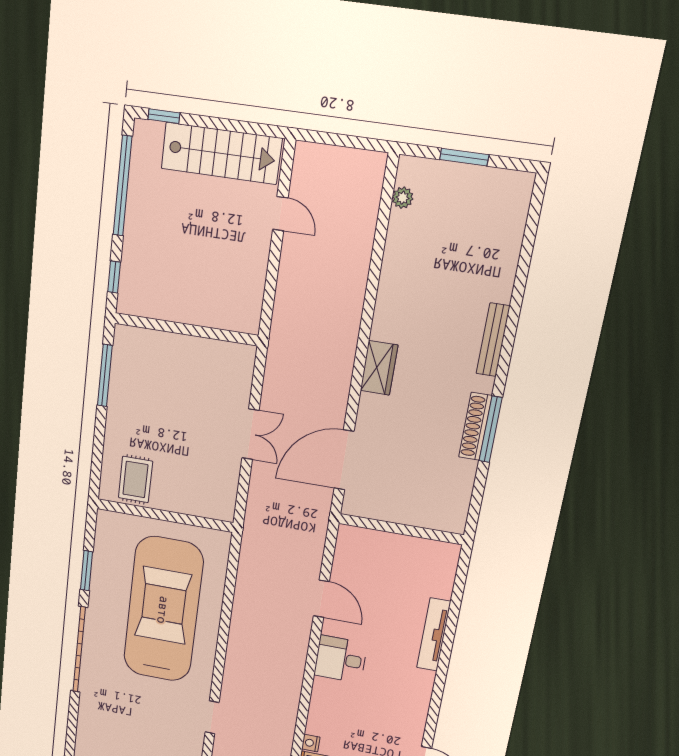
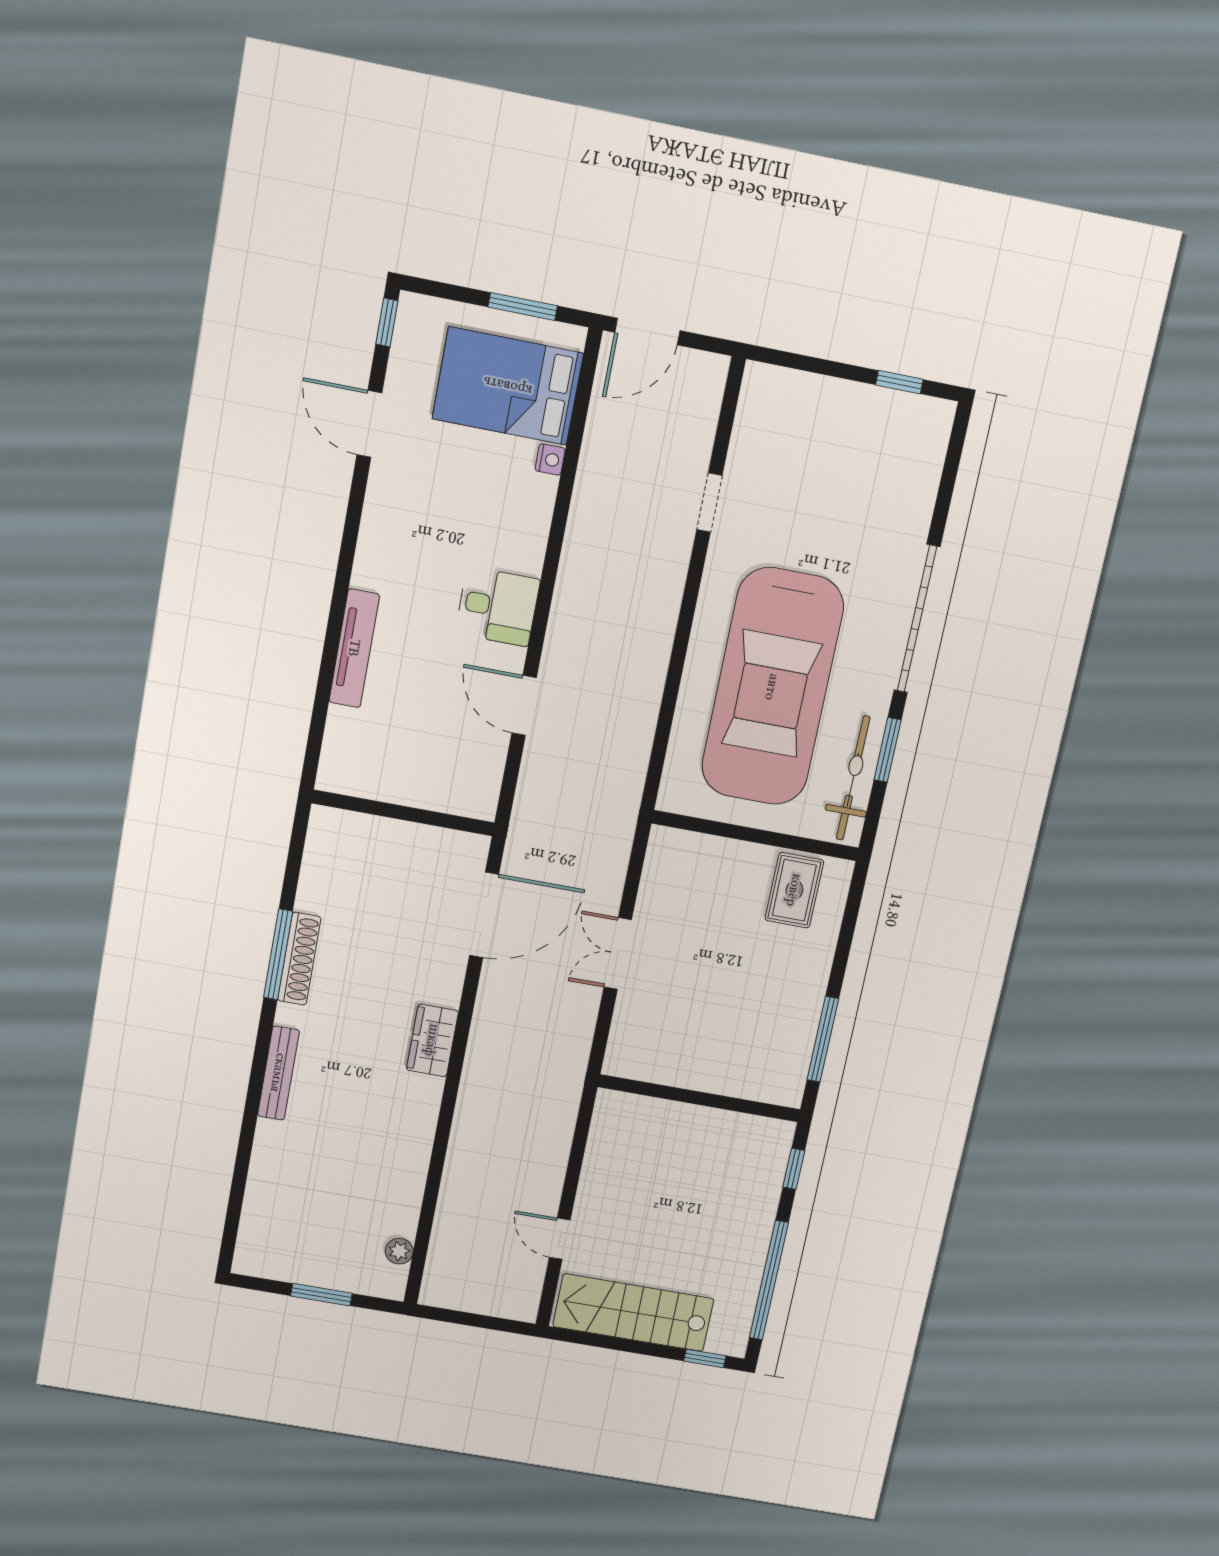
bicycle: (106, 553) -> (853, 778), added

